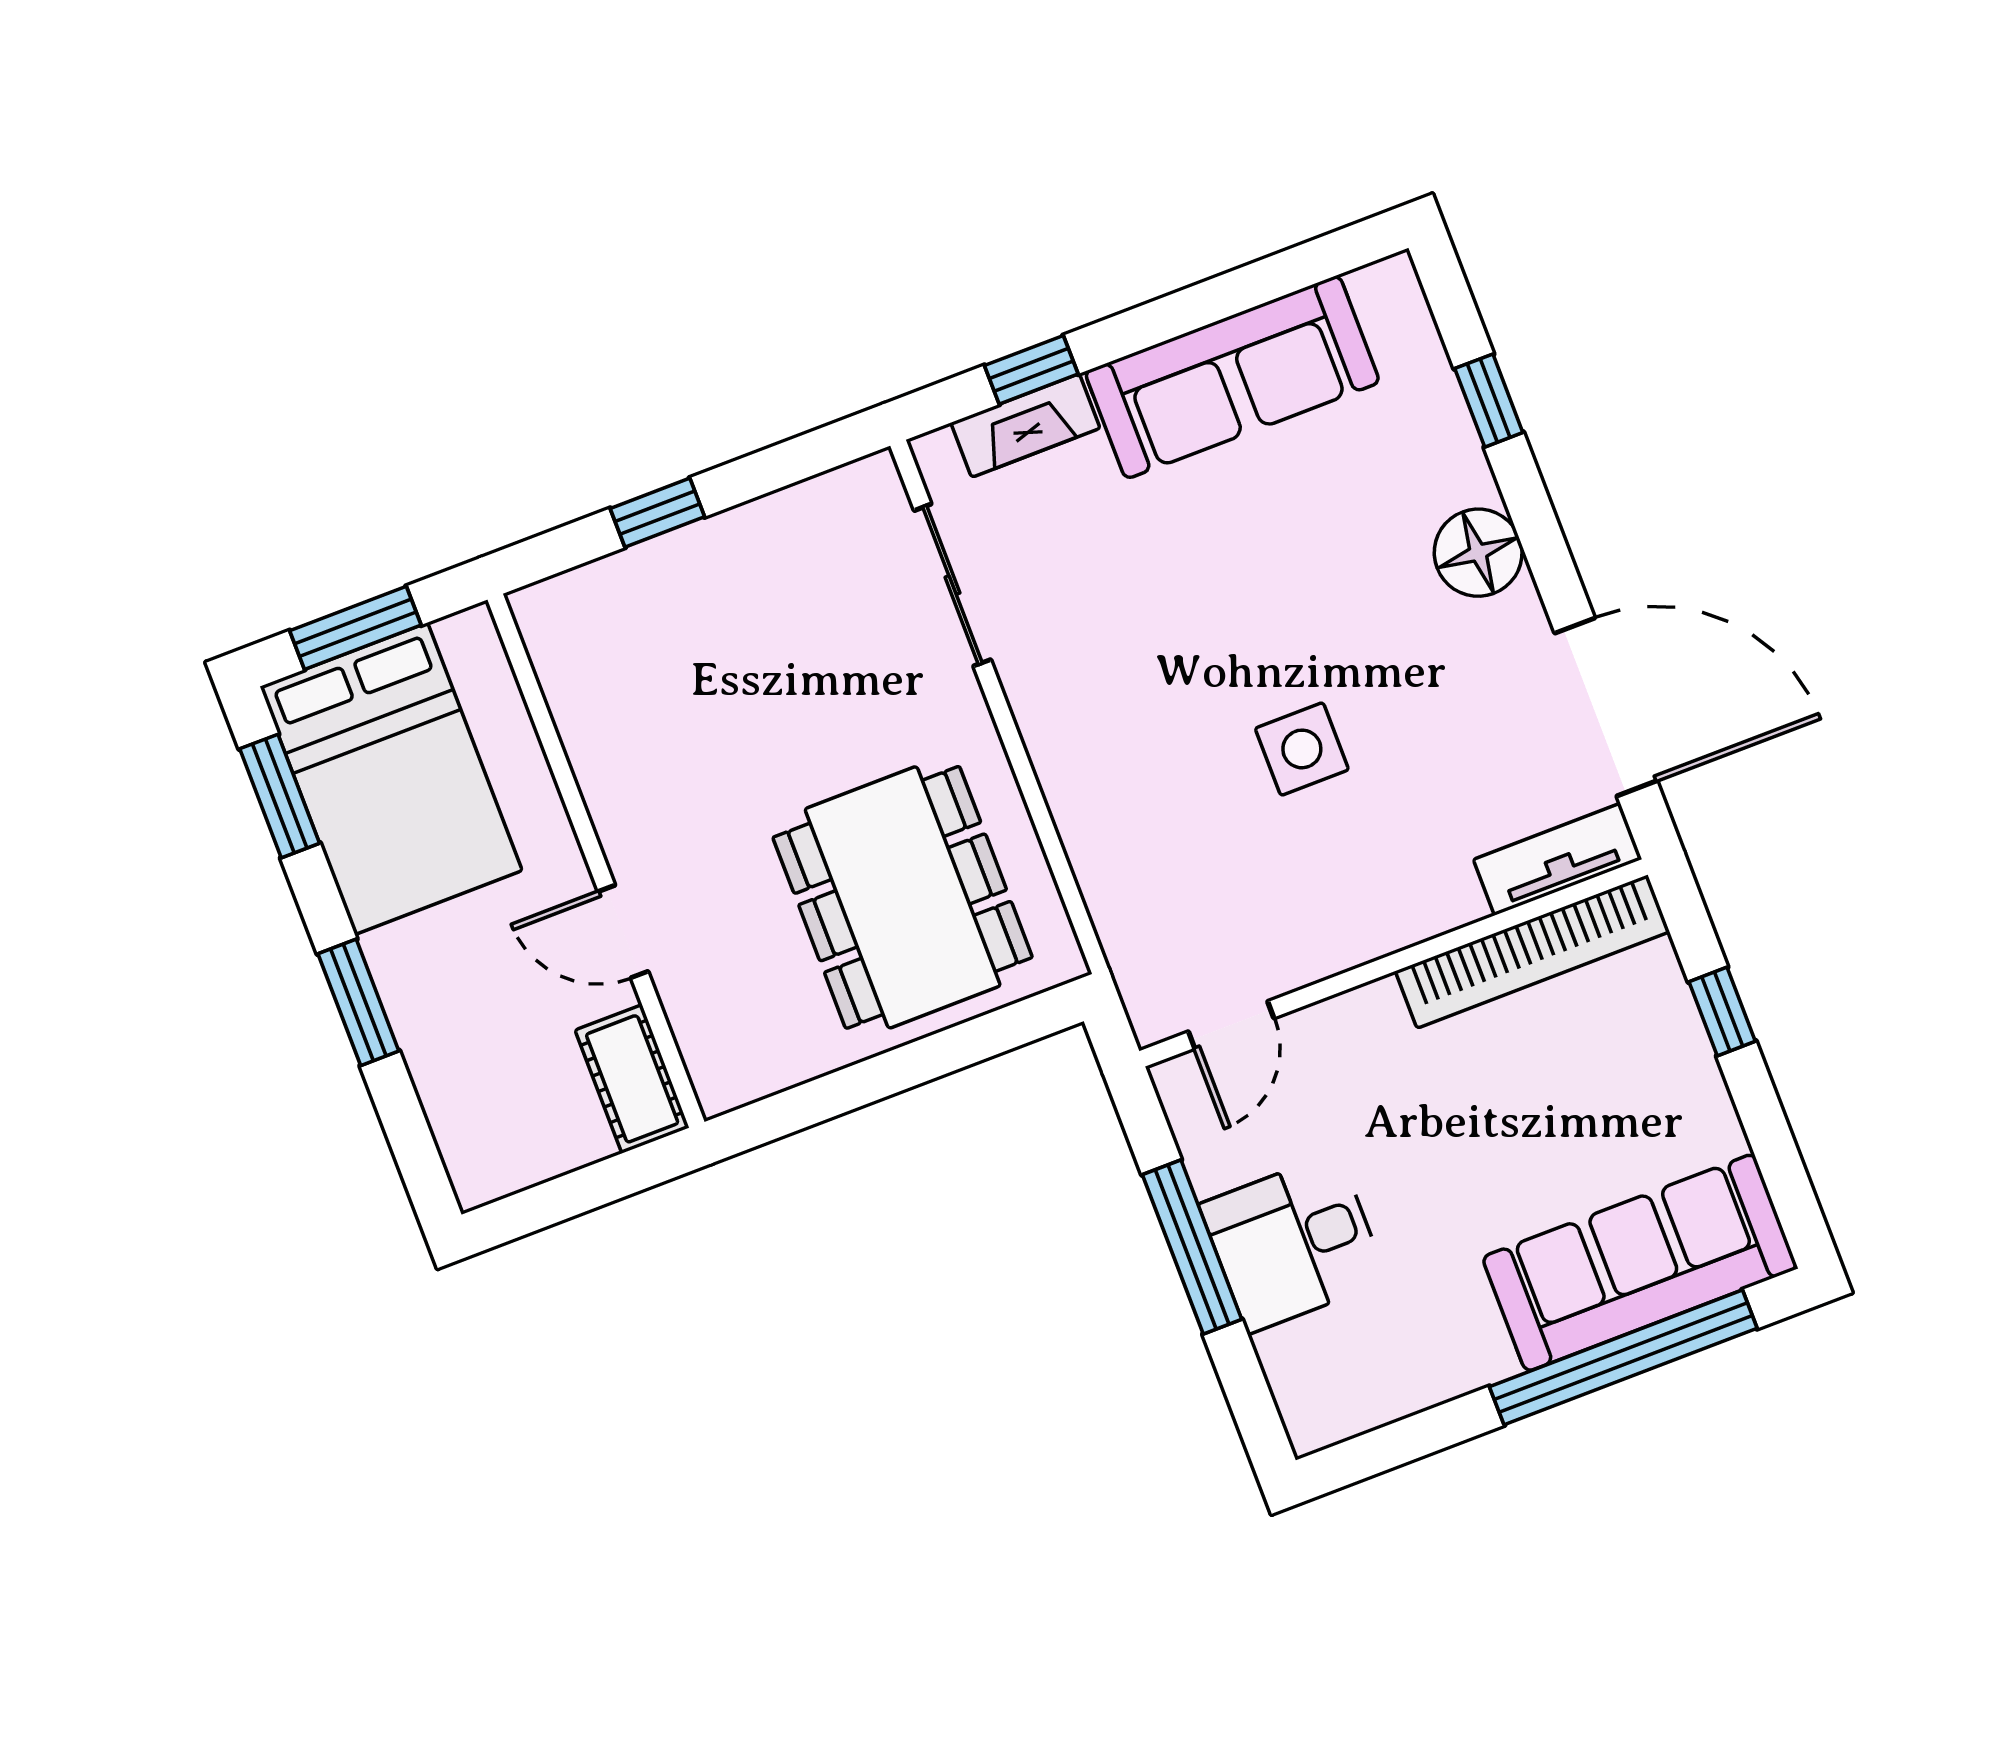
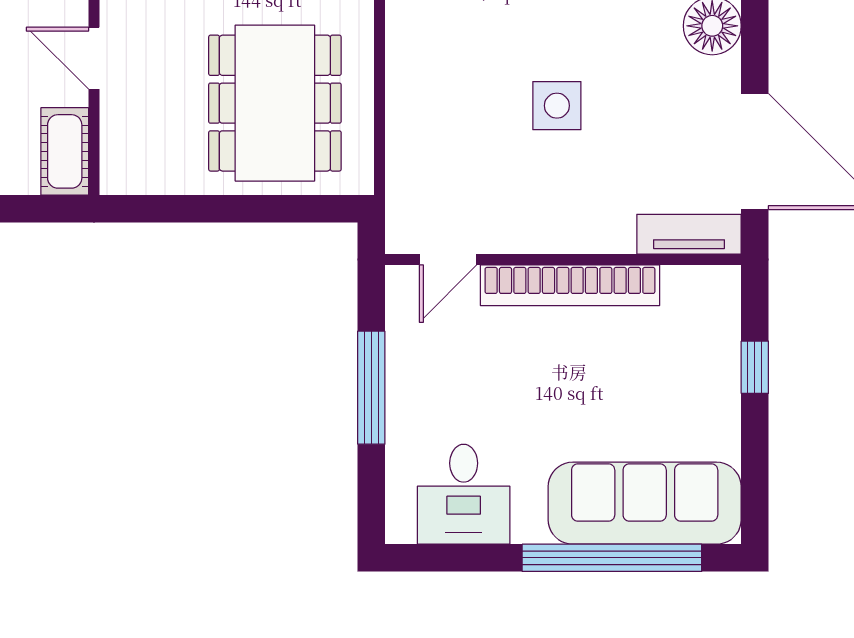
bookcase: (1532, 952) -> (570, 285), moved
desk: (1293, 1243) -> (464, 494), moved, turned -90

